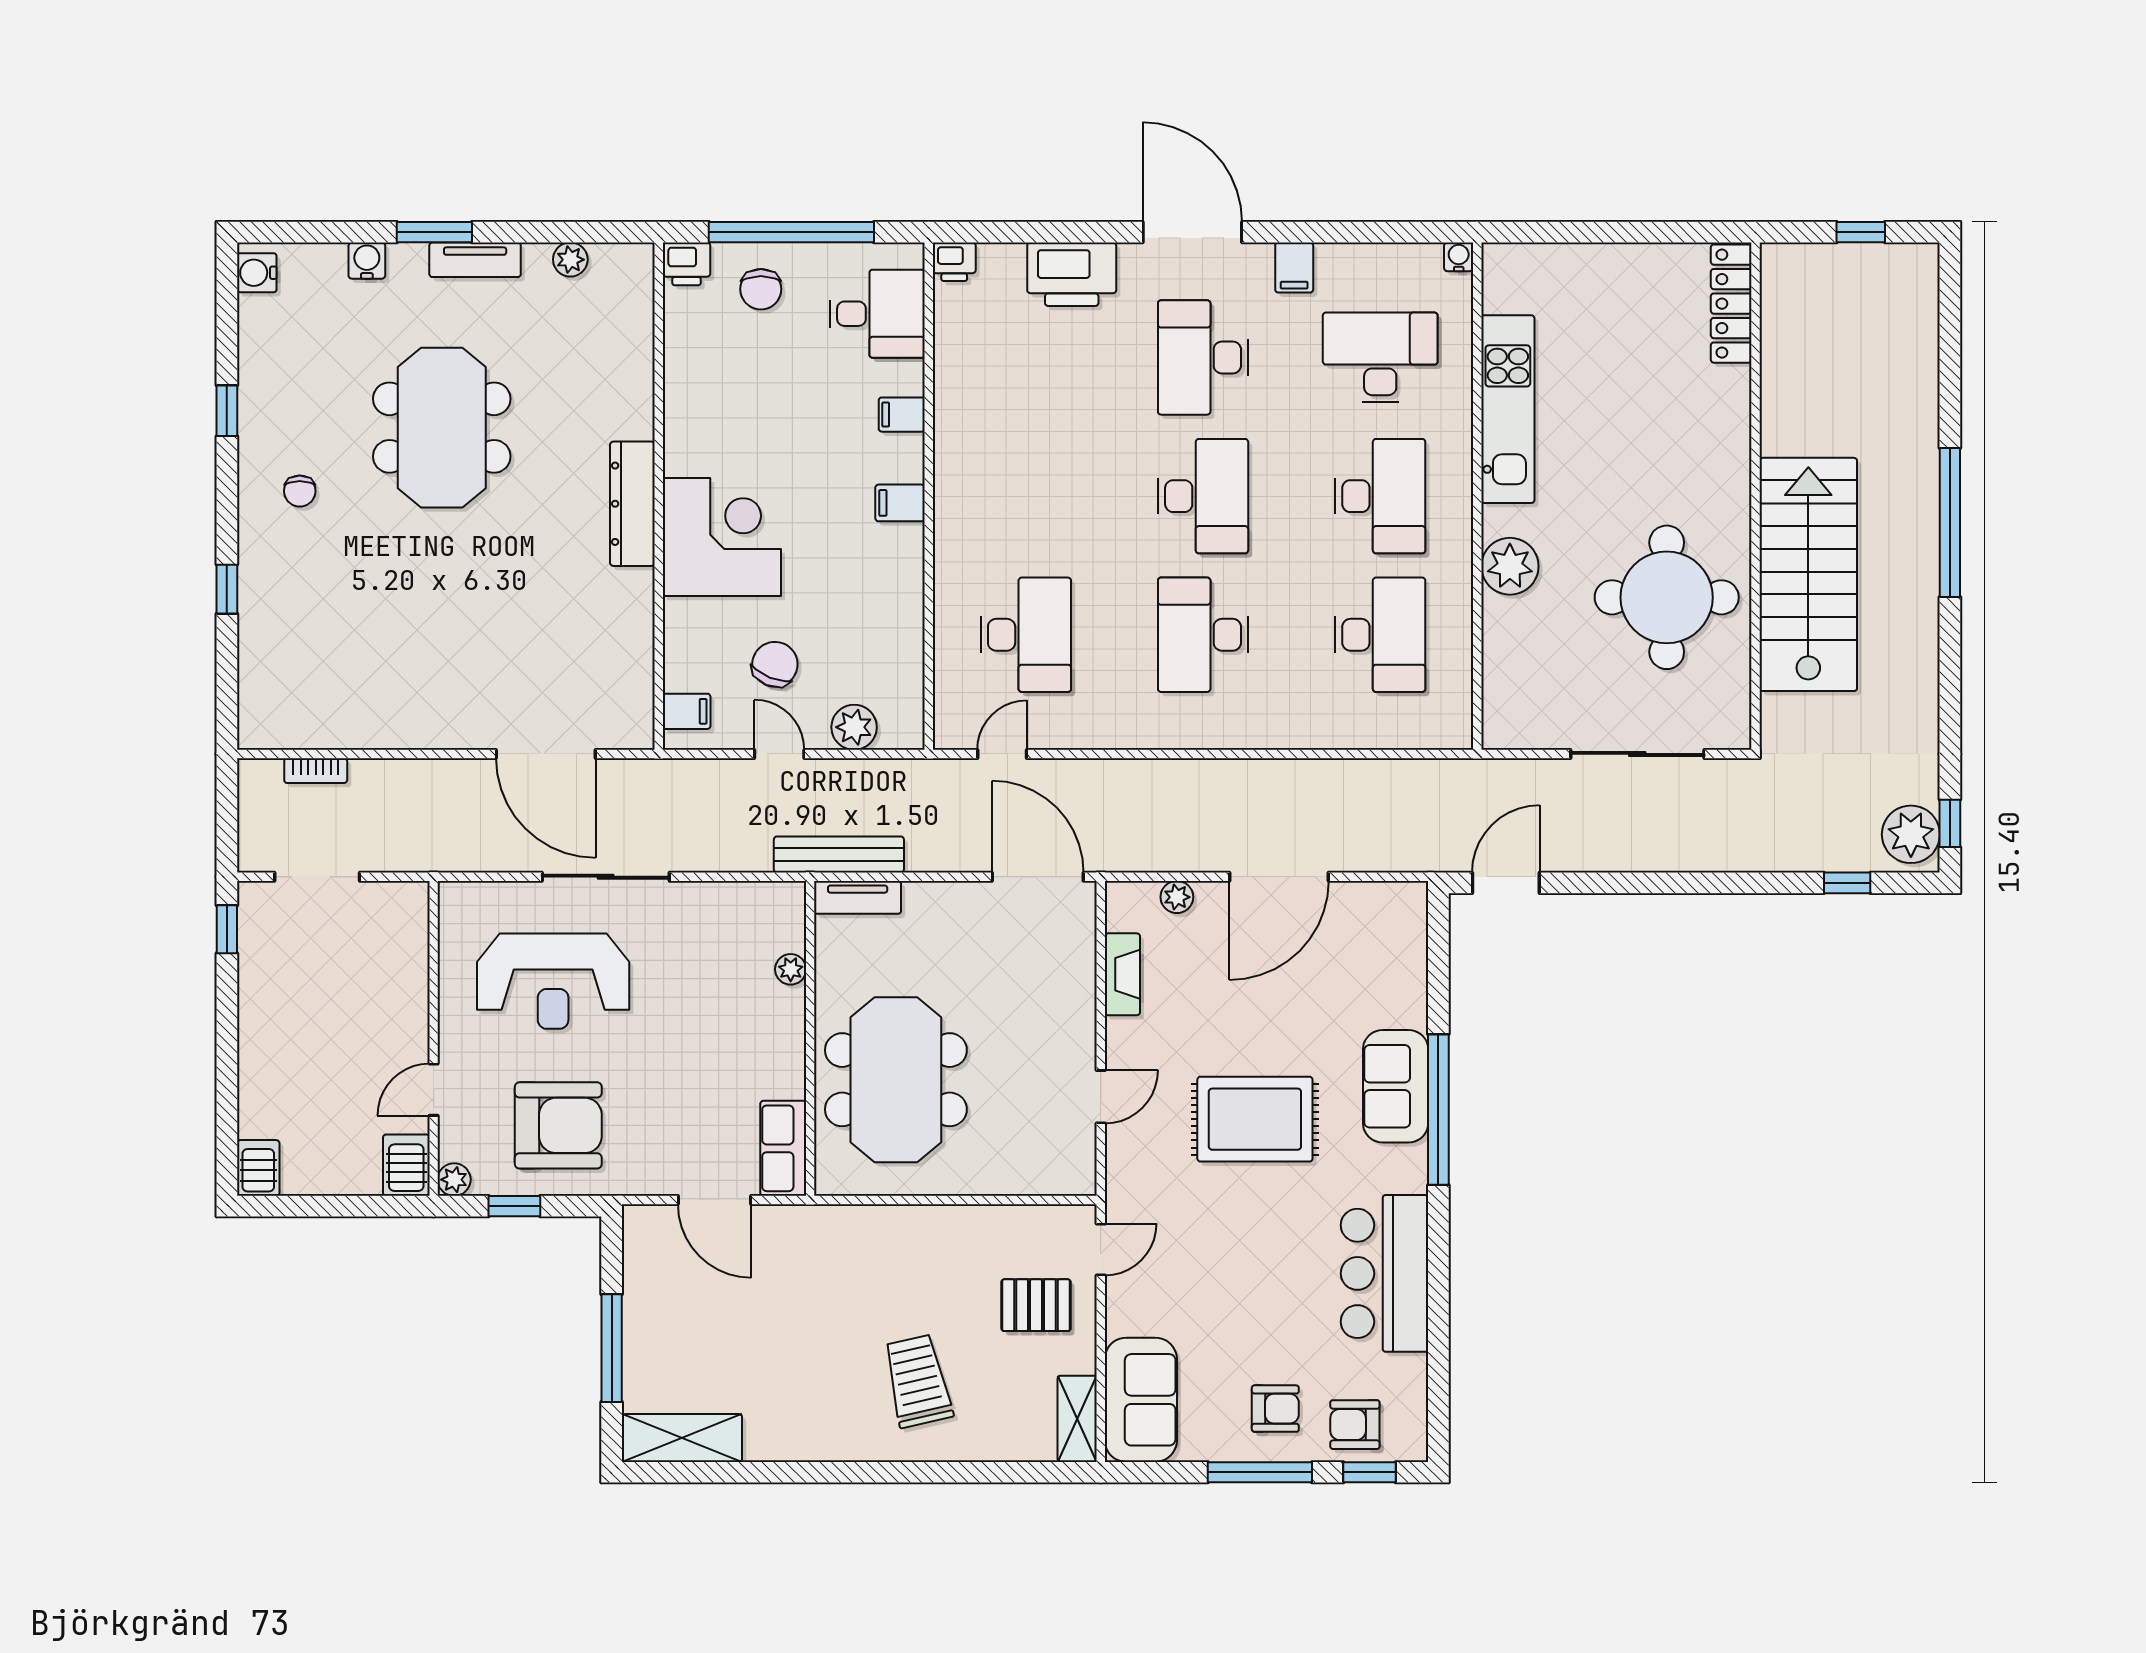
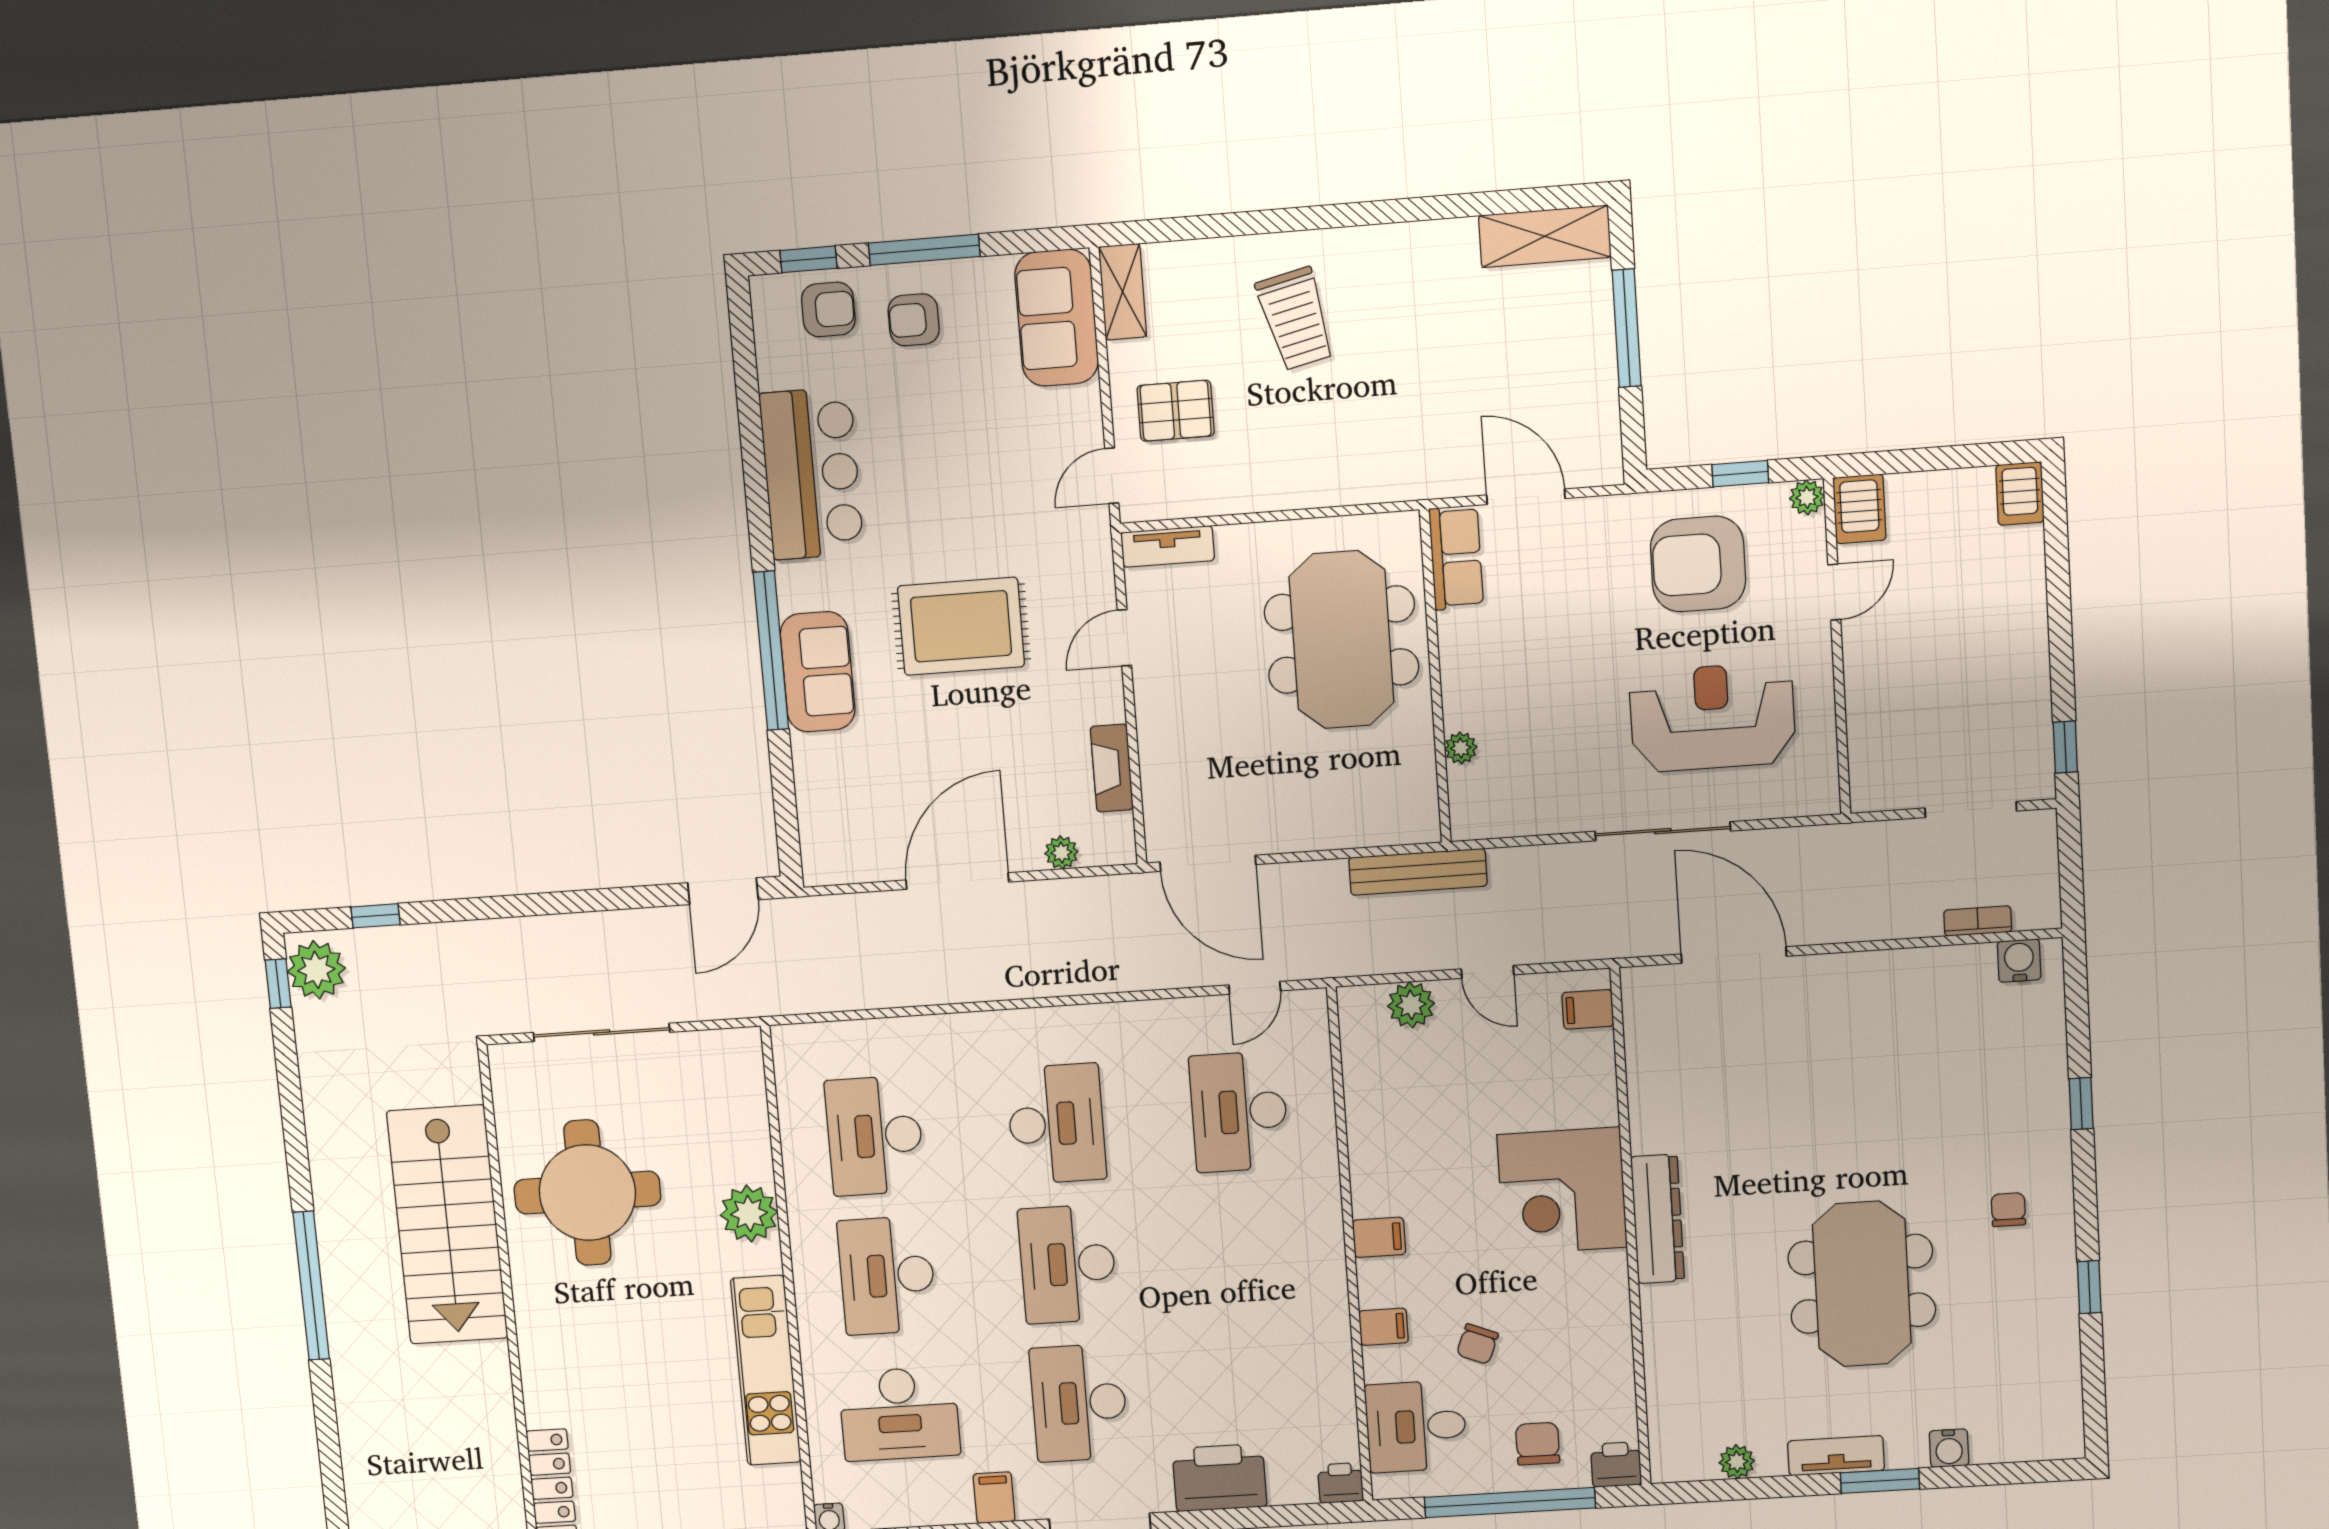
water cooler: (257, 273) -> (2019, 961), moved, turned -90
desk: (1203, 357) -> (1079, 1403), turned 180
chair: (775, 664) -> (1477, 1344), moved, width x0.73, depth x0.73
tv unit: (858, 897) -> (1168, 546), moved, turned 180

